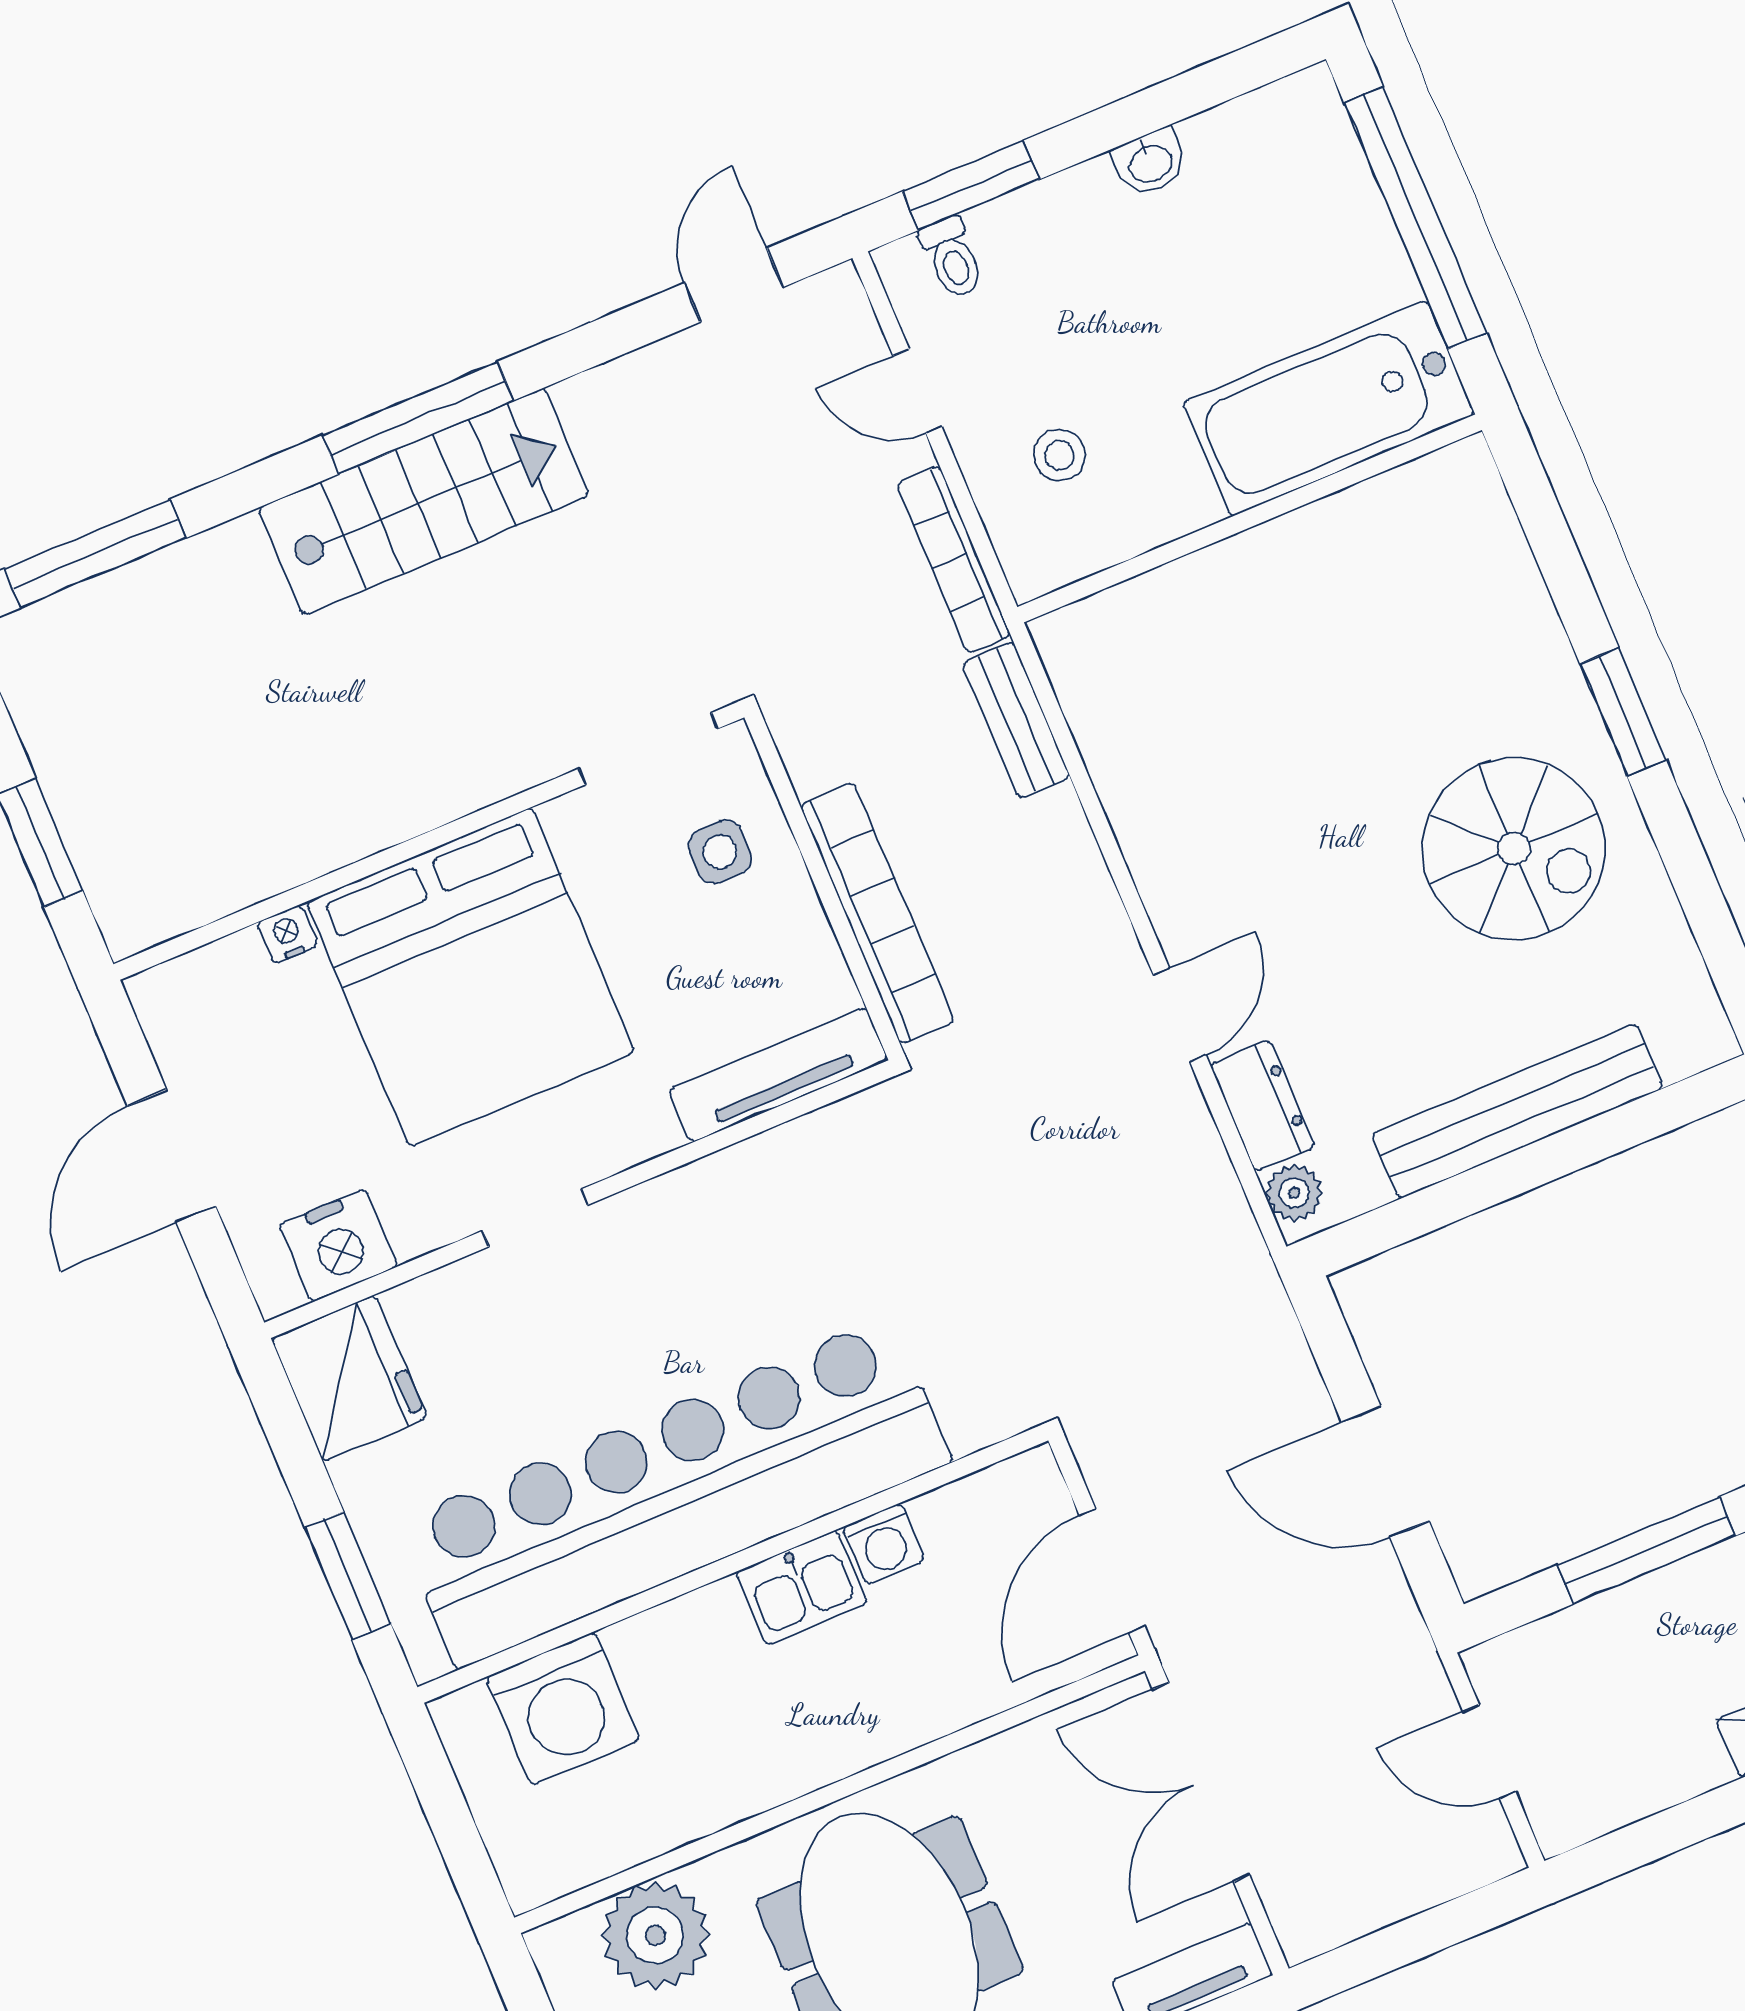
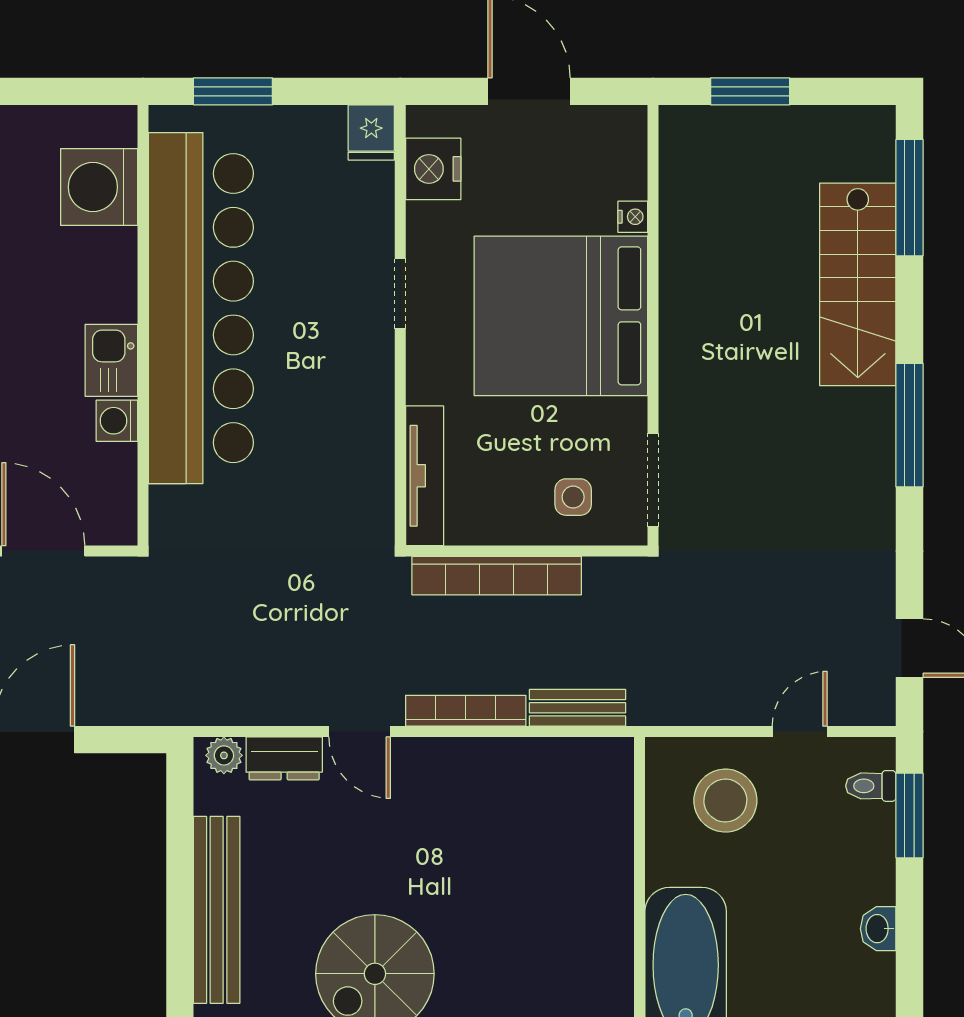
stool: (1059, 455) -> (725, 801), width x1.89, depth x1.89
stairs: (424, 502) -> (858, 284), moved
bookcase: (954, 560) -> (466, 711), moved
fridge: (349, 1378) -> (371, 132), width x0.53, depth x0.75

